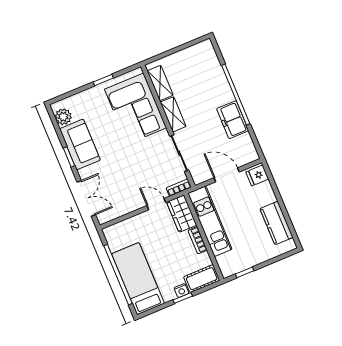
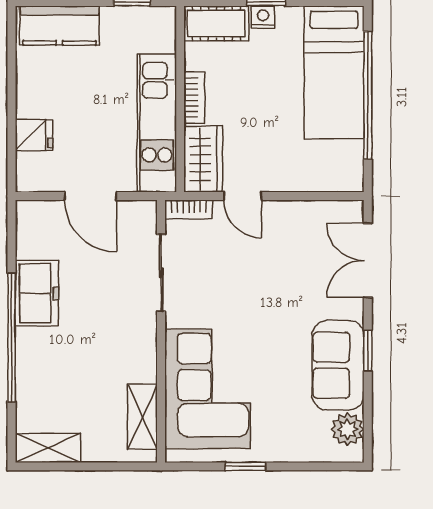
shelving: (173, 114) -> (48, 448), moved, turned 90
fridge: (257, 175) -> (34, 135), moved
kitchen counter: (276, 223) -> (59, 26), moved, turned 90

